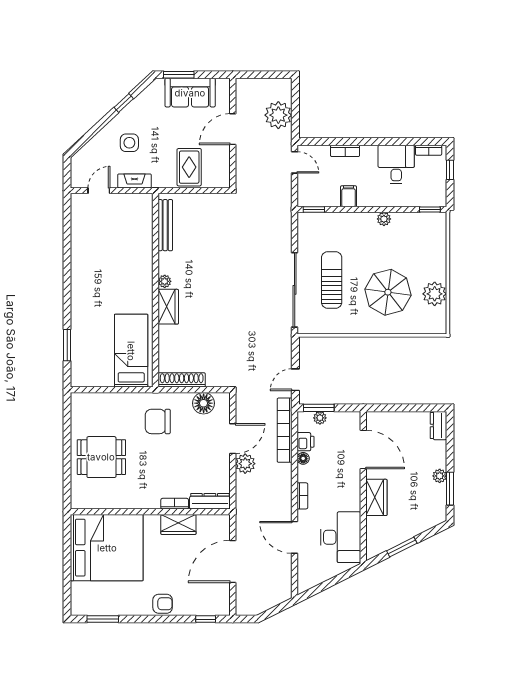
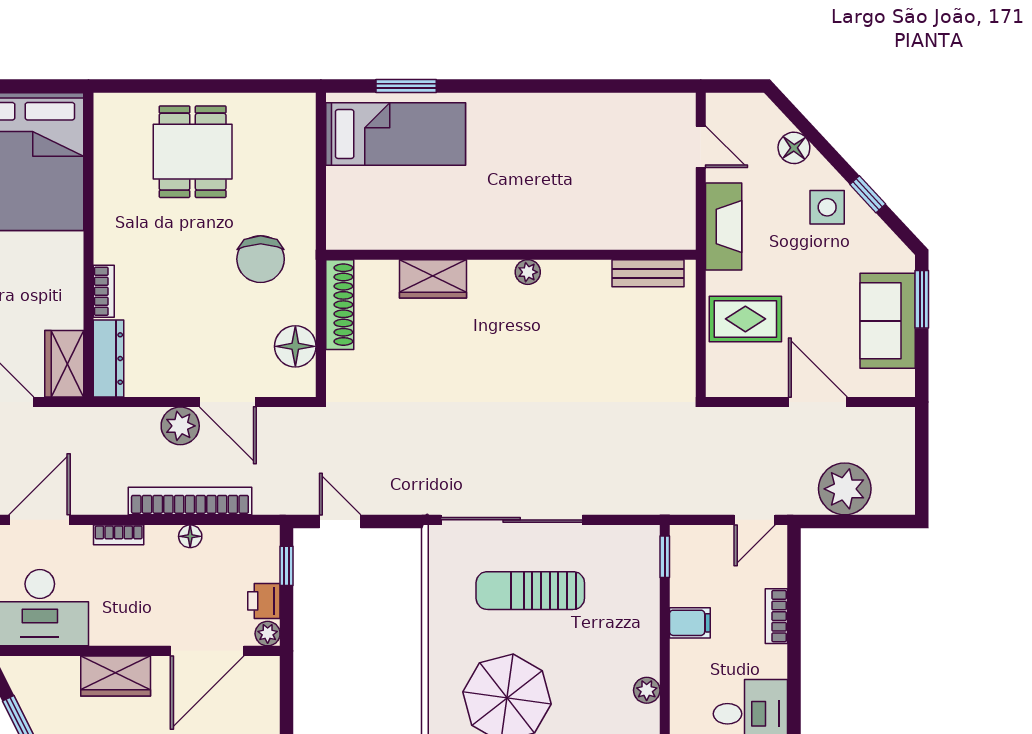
floor lamp: (99, 142) -> (794, 148), added
side table: (129, 143) -> (827, 207), moved
fireplace: (134, 181) -> (724, 226), width x1.37, depth x1.32
bench: (165, 225) -> (648, 273), width x0.73
sun lounger: (332, 280) -> (530, 591), turned 180
wardrobe: (168, 307) -> (433, 279), moved
bed: (131, 351) -> (396, 134), moved
window: (319, 408) -> (287, 566), width x0.67
plant: (320, 418) -> (268, 634), moved
chair: (158, 421) -> (261, 259), turned 180
bookcase: (285, 430) -> (190, 501), moved
printer: (306, 442) -> (264, 601), moved, turned 90
wardrobe: (178, 524) -> (64, 364), moved

